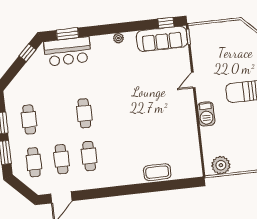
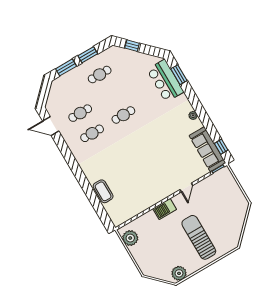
window: (27, 53) -> (132, 46), moved
door: (193, 80) -> (186, 187), swing flipped
cafe table: (34, 162) -> (68, 93), removed

